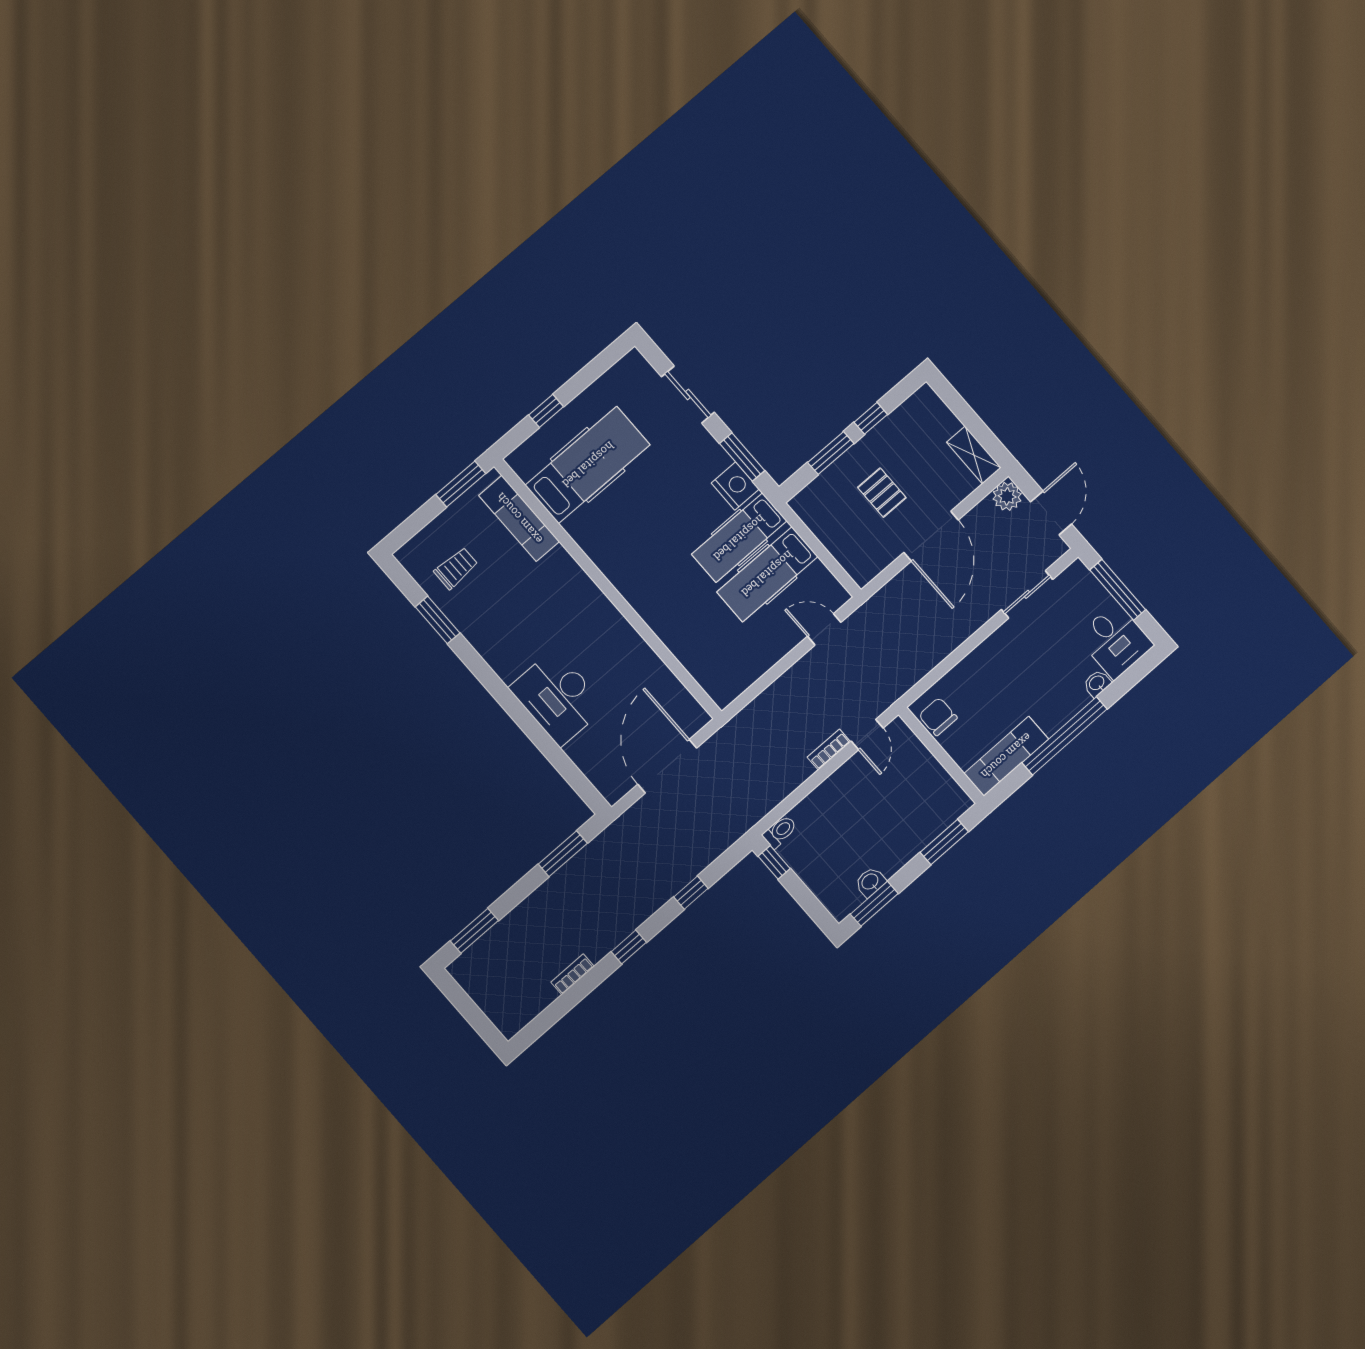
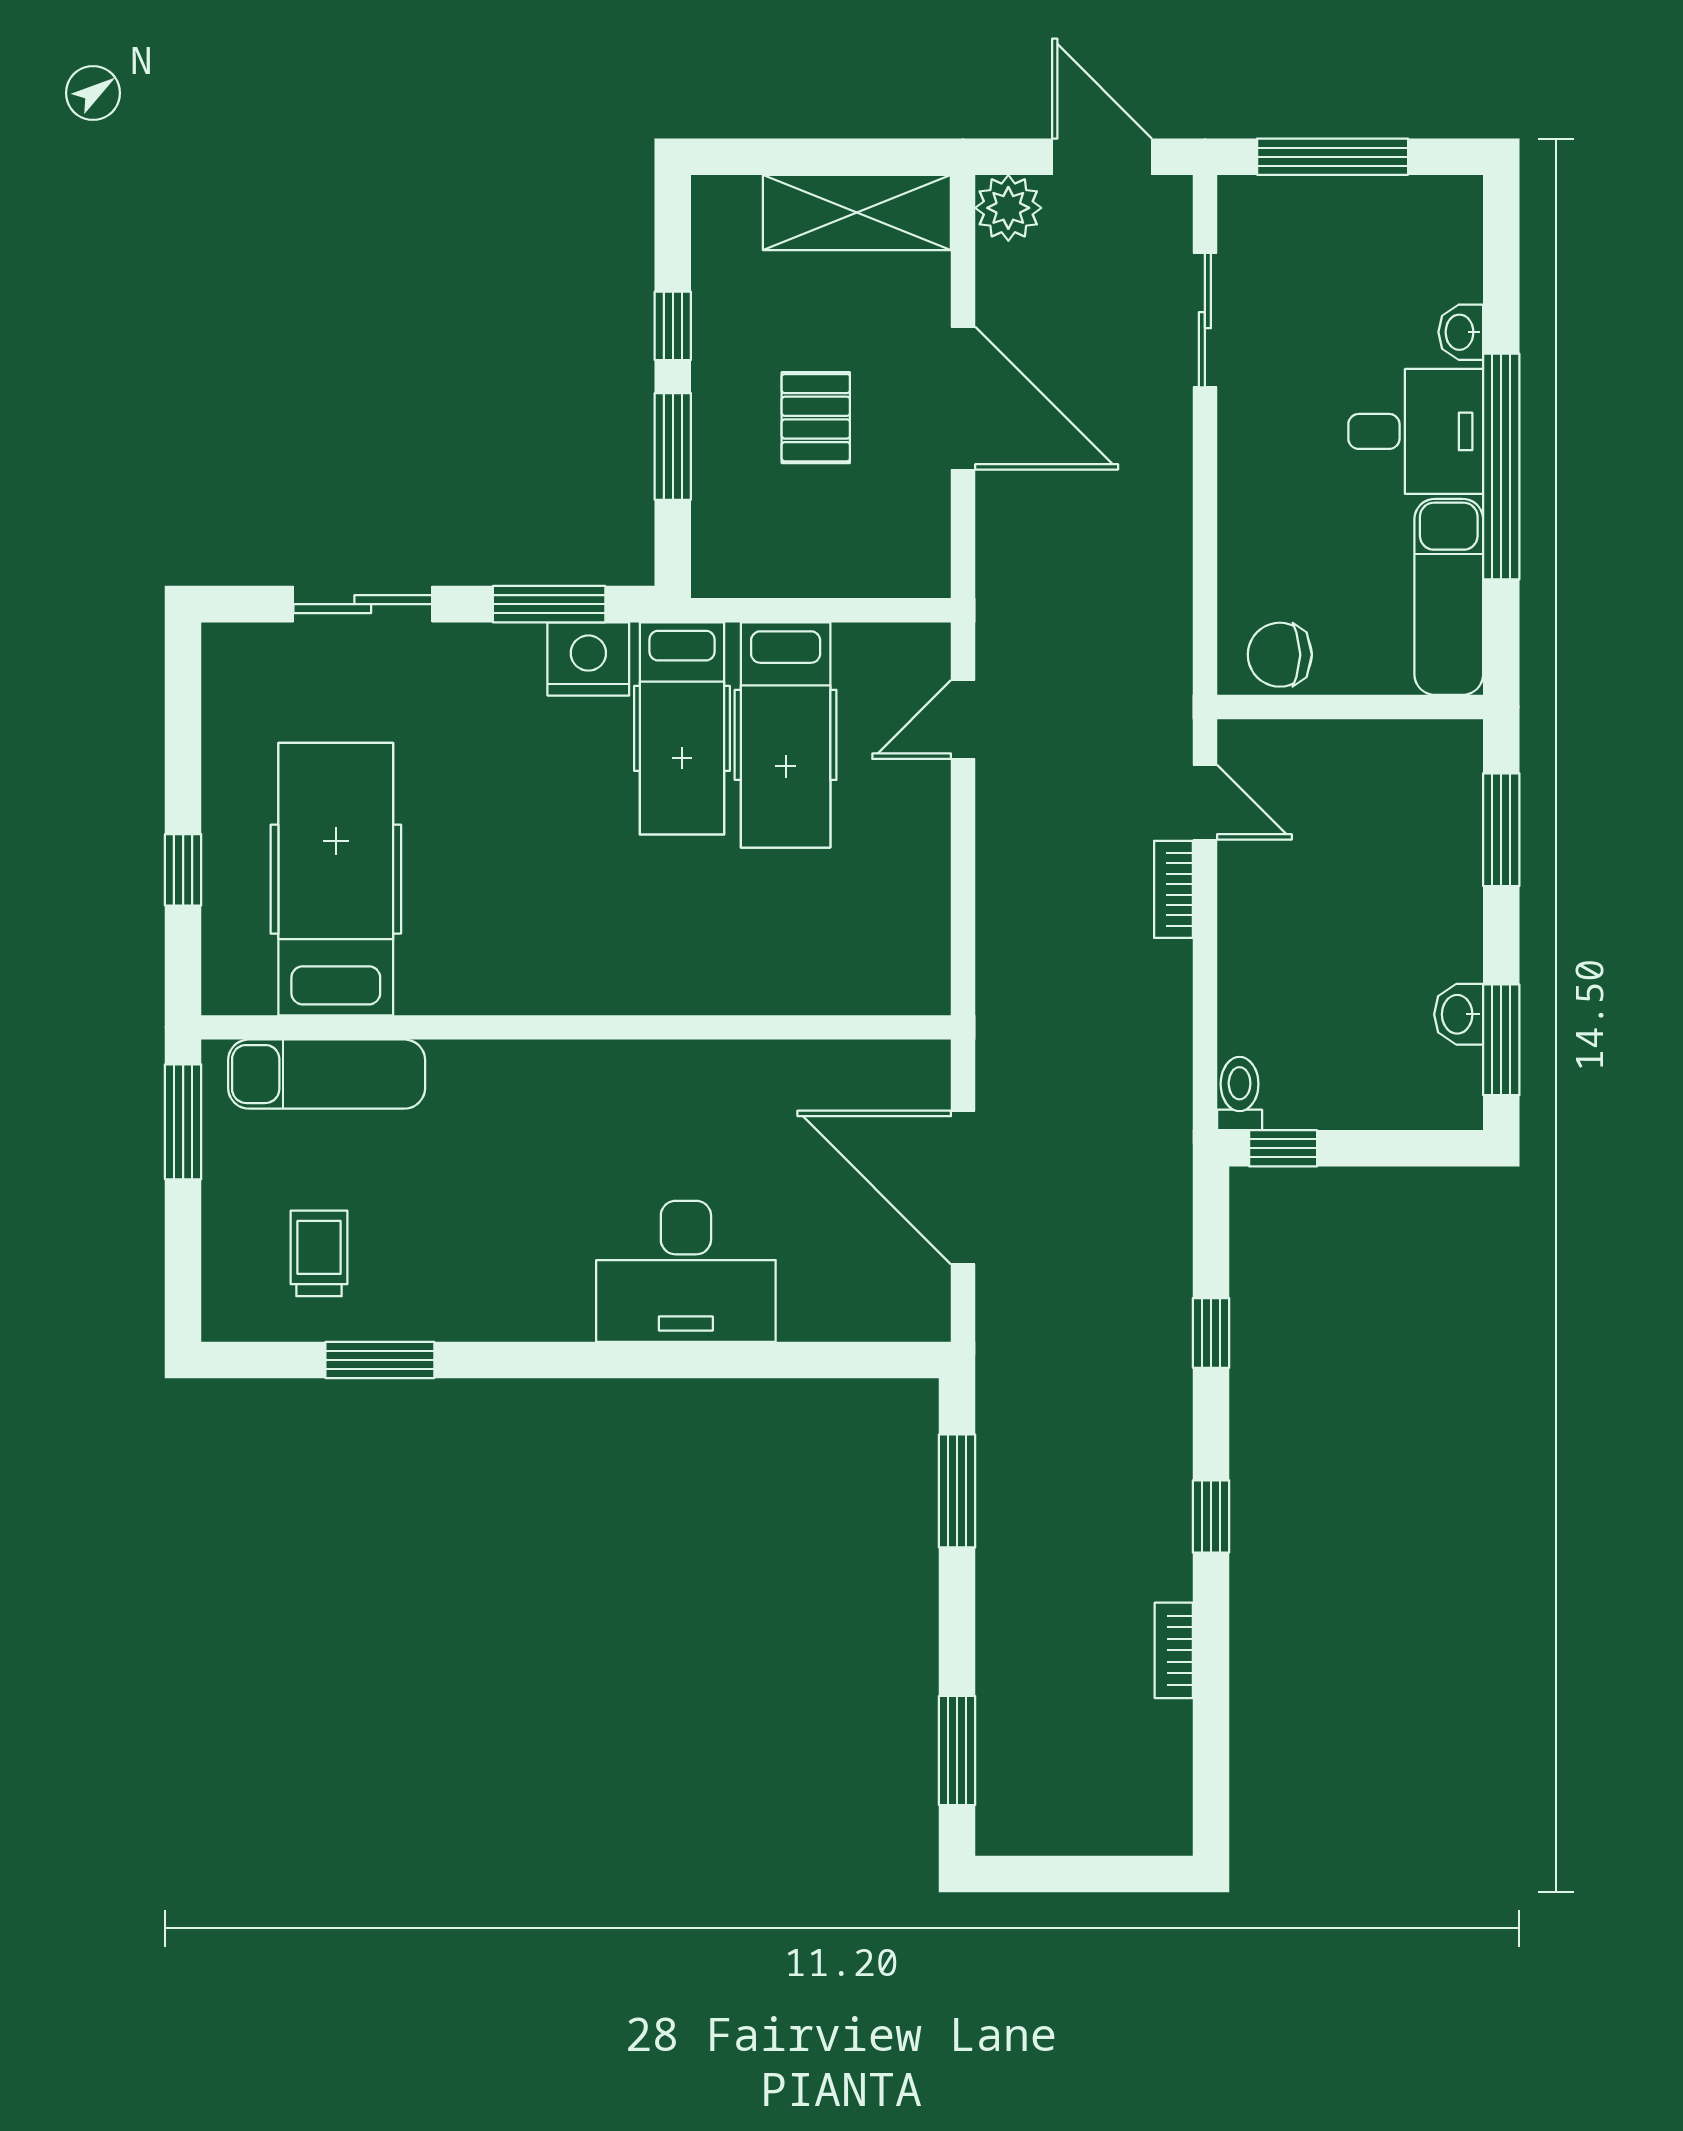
shelving: (974, 455) -> (857, 212), width x1.50, depth x1.33
pallet: (882, 493) -> (816, 418), turned 90
desk: (1115, 641) -> (1416, 431), moved

